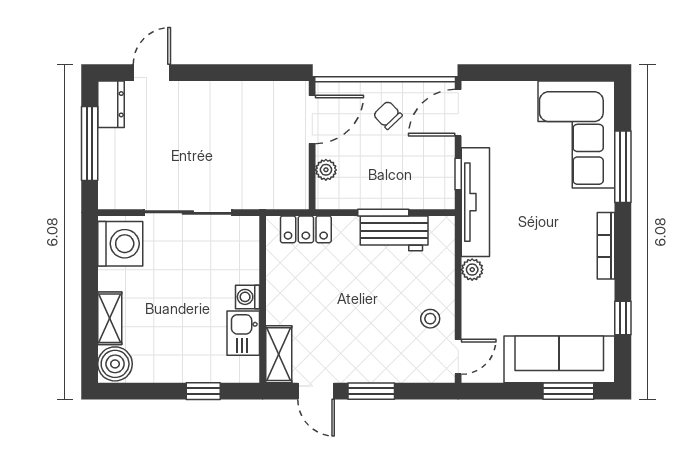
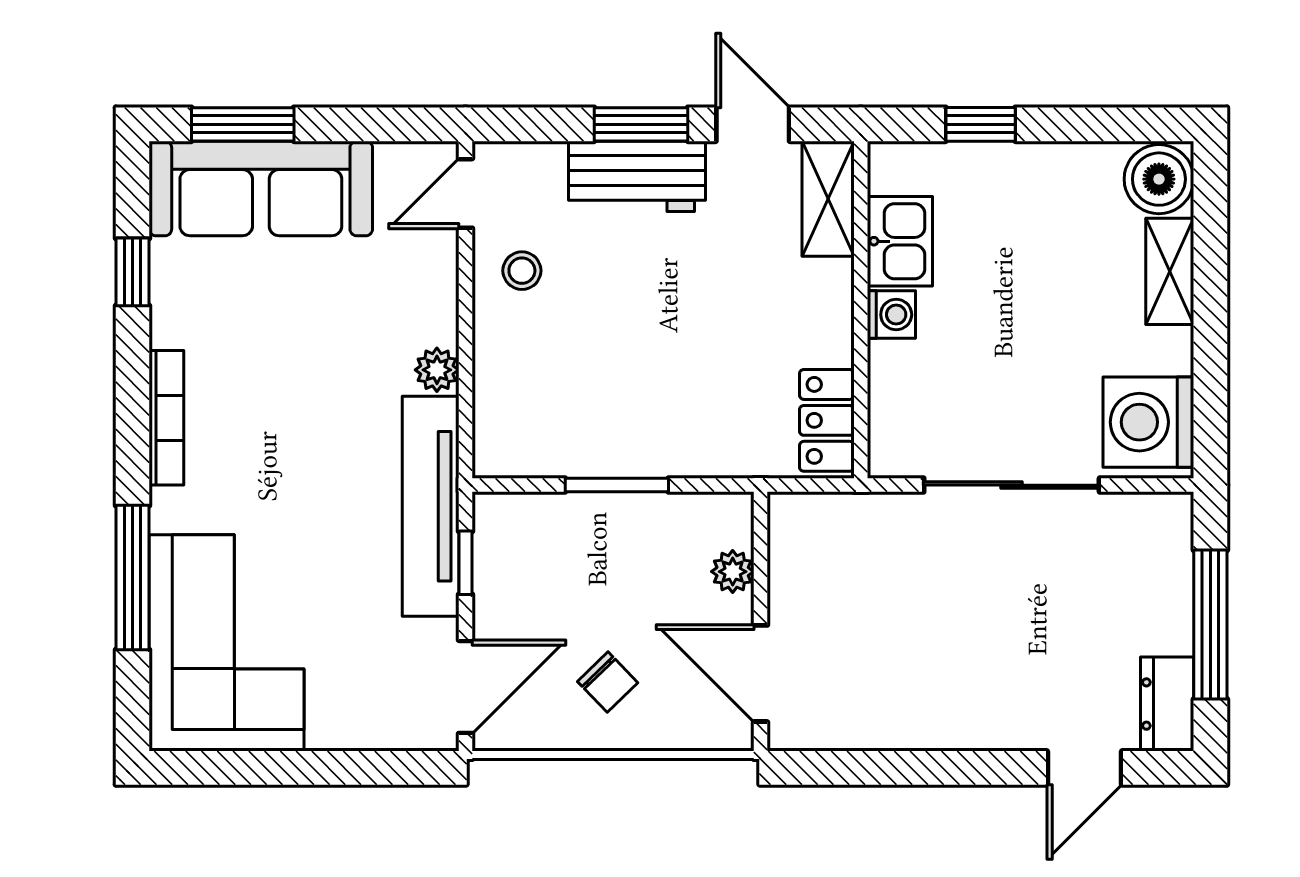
door: (312, 119) -> (761, 673), hinge flipped
locker: (306, 229) -> (827, 420), moved, turned -90
workbench: (394, 233) -> (637, 176), moved, turned 180

